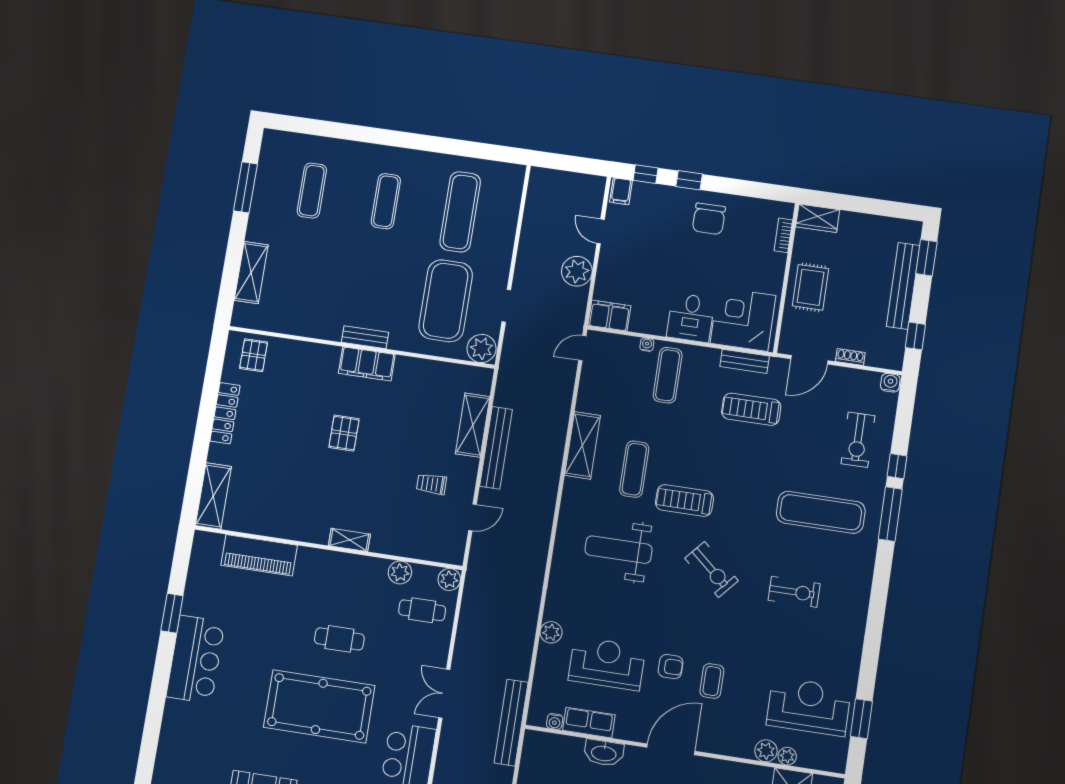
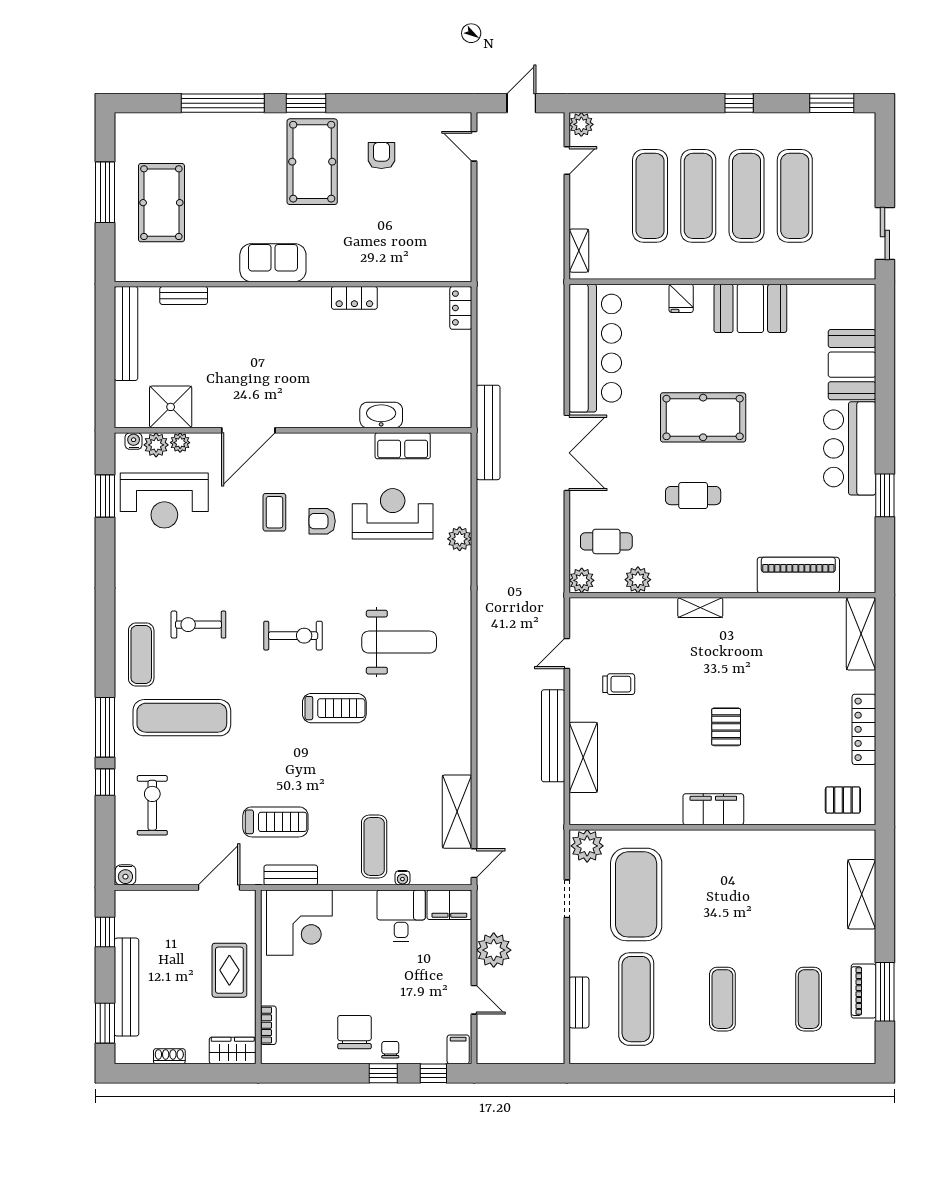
piano: (264, 191) -> (863, 991), added
chair: (680, 199) -> (390, 1050), added
desk: (691, 318) -> (401, 916), moved
bench: (365, 337) -> (579, 1002), moved, turned 90
pallet: (254, 355) -> (843, 800), turned 90
shoe rack: (850, 357) -> (169, 1056), moved, turned 180
shelving: (582, 445) -> (457, 812), moved
exercise mat: (634, 469) -> (141, 654), moved
exercise bike: (711, 569) -> (293, 636), turned 139
reception desk: (607, 664) -> (393, 514), turned 180
double door: (444, 694) -> (567, 453), width x1.37
pool table: (319, 706) -> (703, 417), width x0.73, depth x0.76
water cooler: (555, 721) -> (134, 441), moved
booth: (181, 733) -> (852, 365), added
door: (671, 749) -> (248, 430), moved
plant: (766, 751) -> (156, 445), moved

